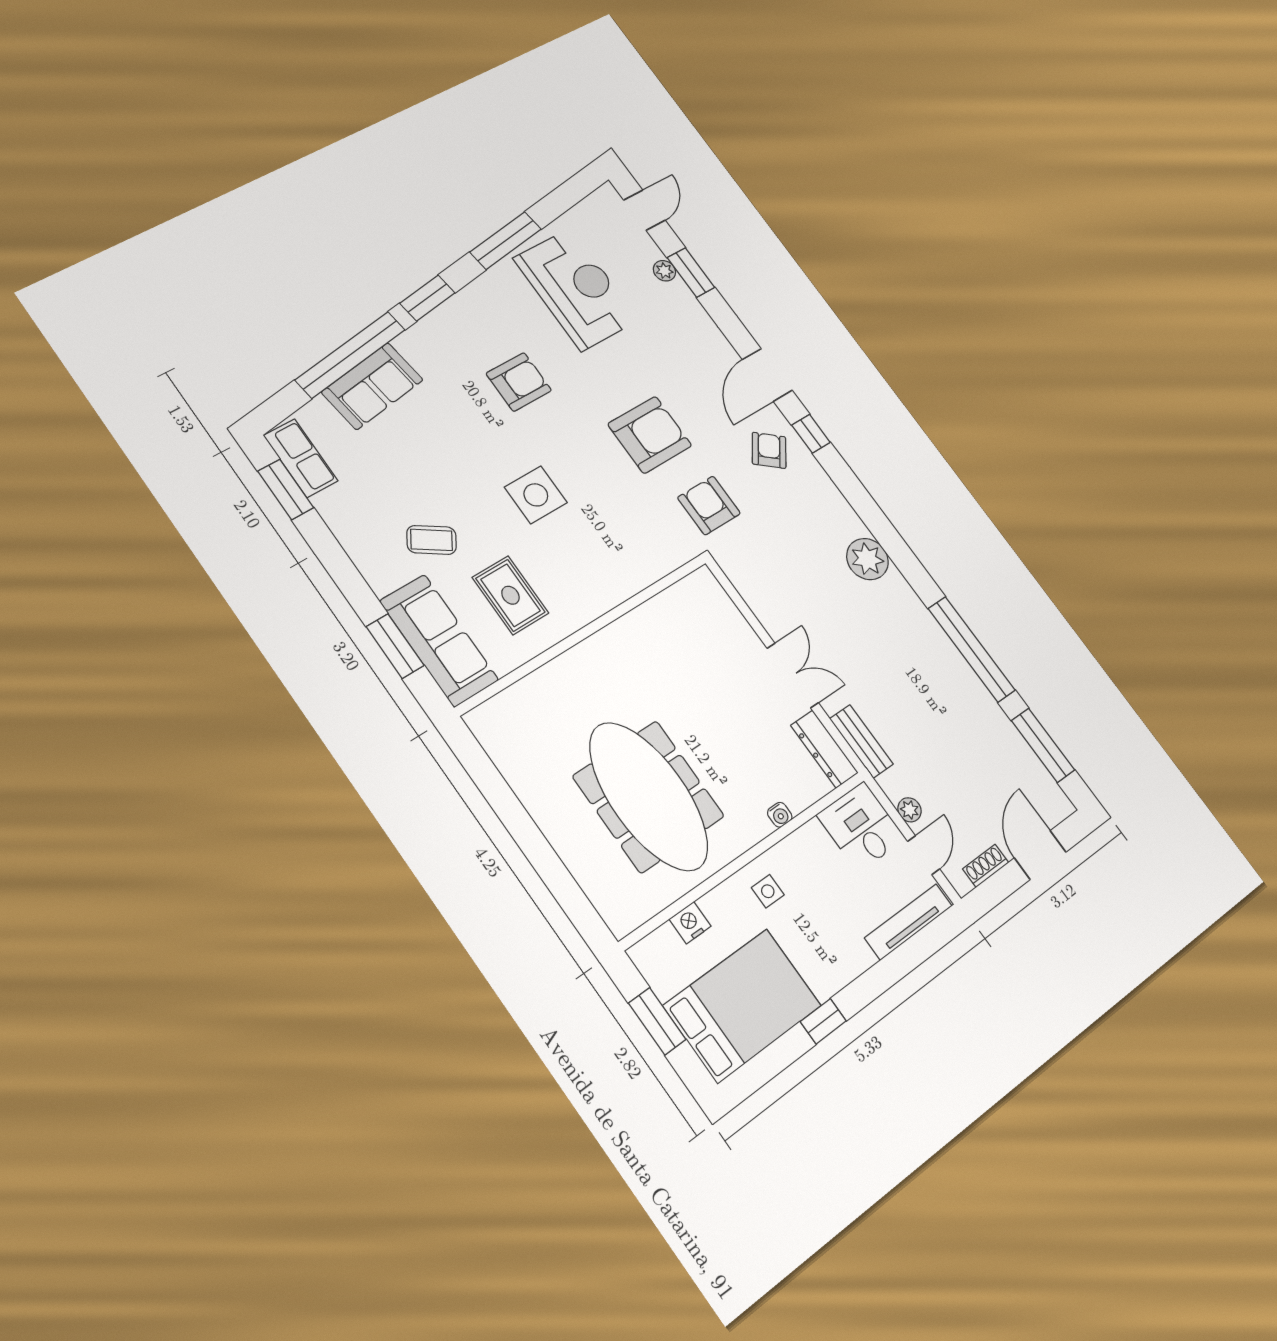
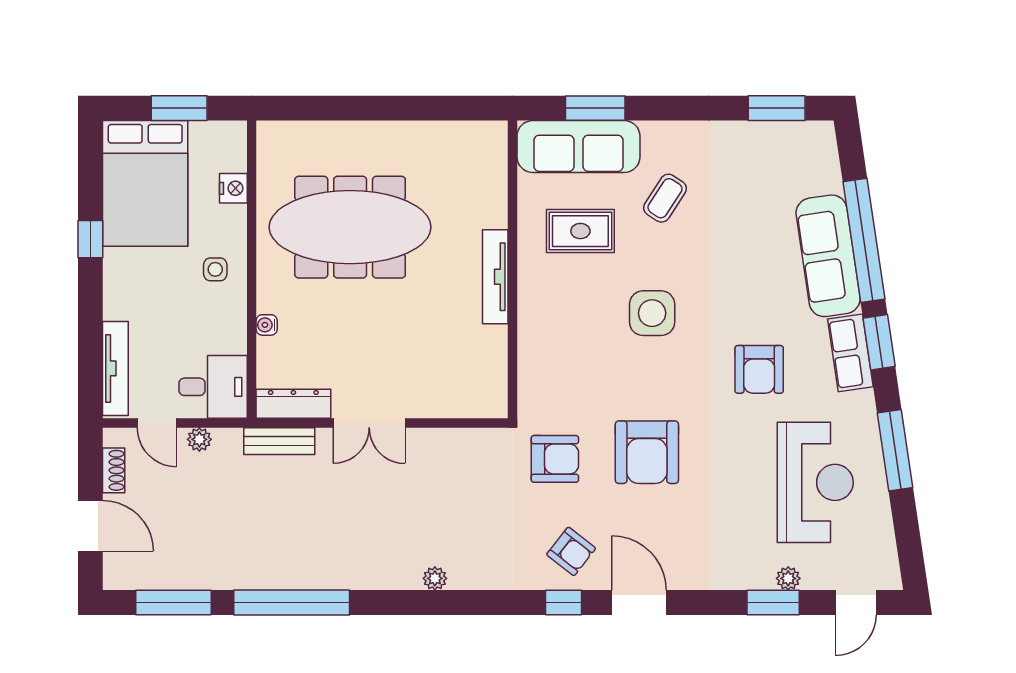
door: (644, 210) -> (856, 603), hinge flipped
reception desk: (576, 289) -> (815, 482), turned -90
sofa: (372, 386) -> (828, 256), width x1.36
row of seats: (301, 458) -> (850, 353), moved, turned 82
plant: (867, 559) -> (435, 578), width x0.53, depth x0.53
tv unit: (600, 644) -> (495, 277), added

